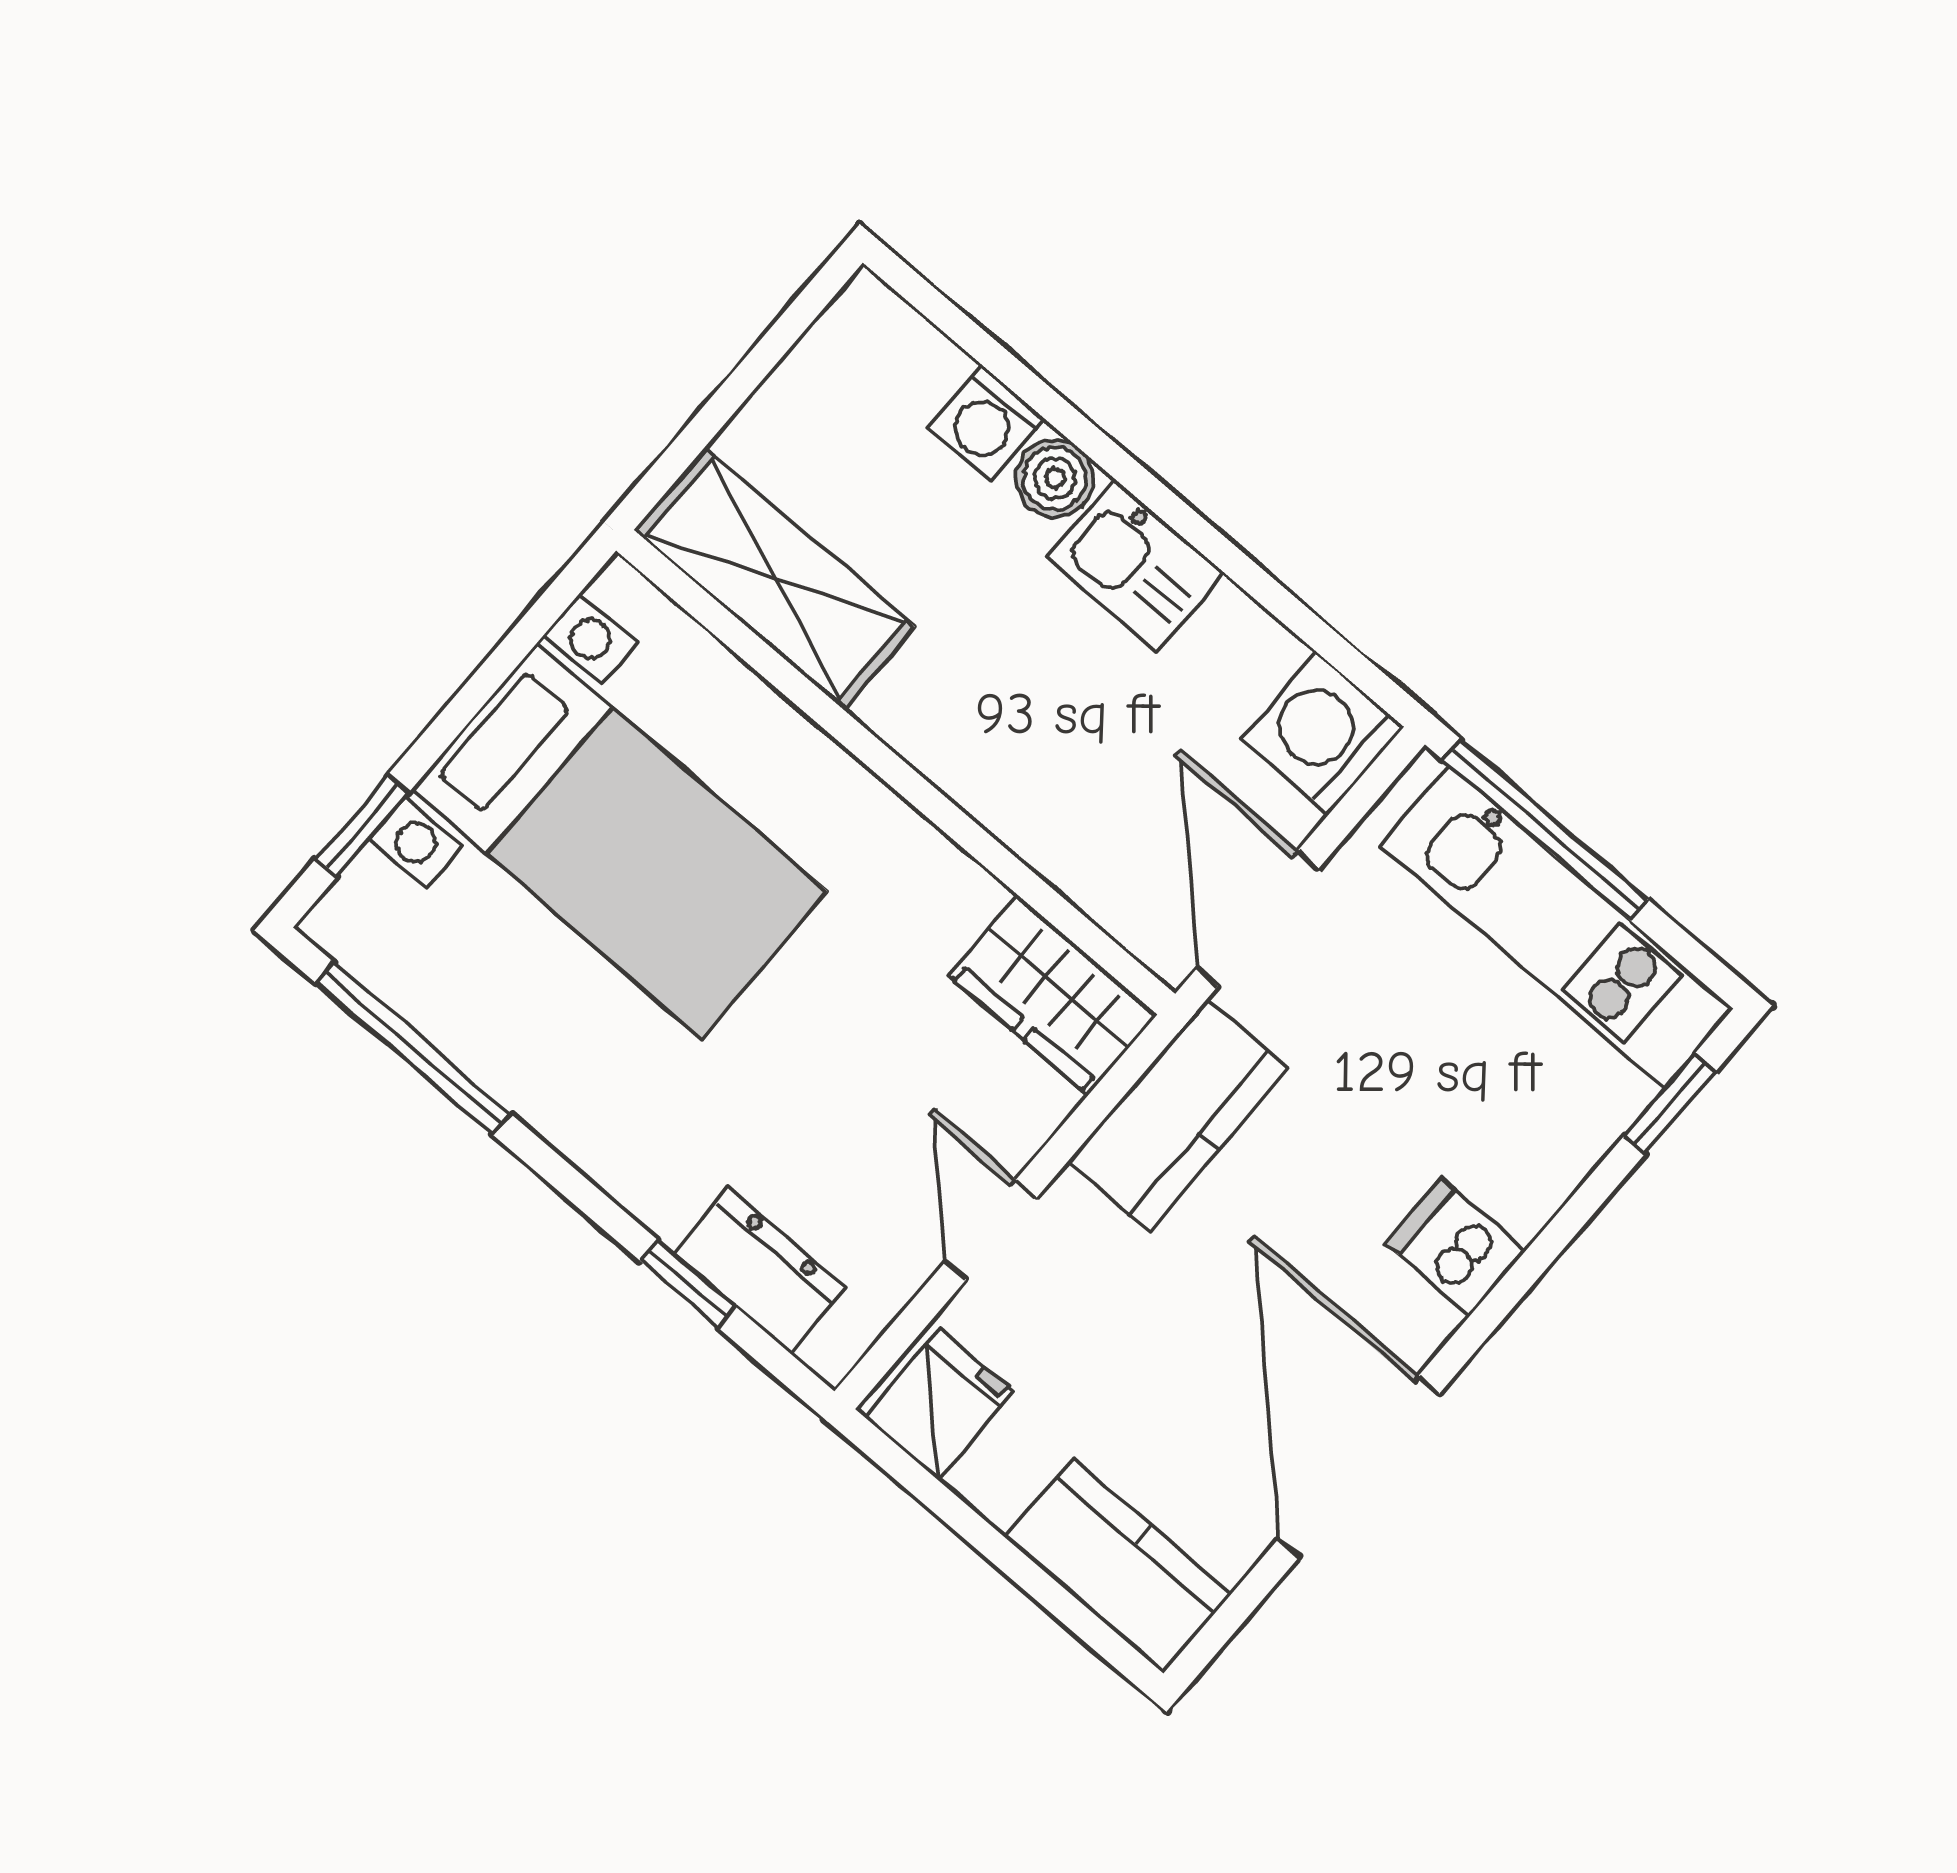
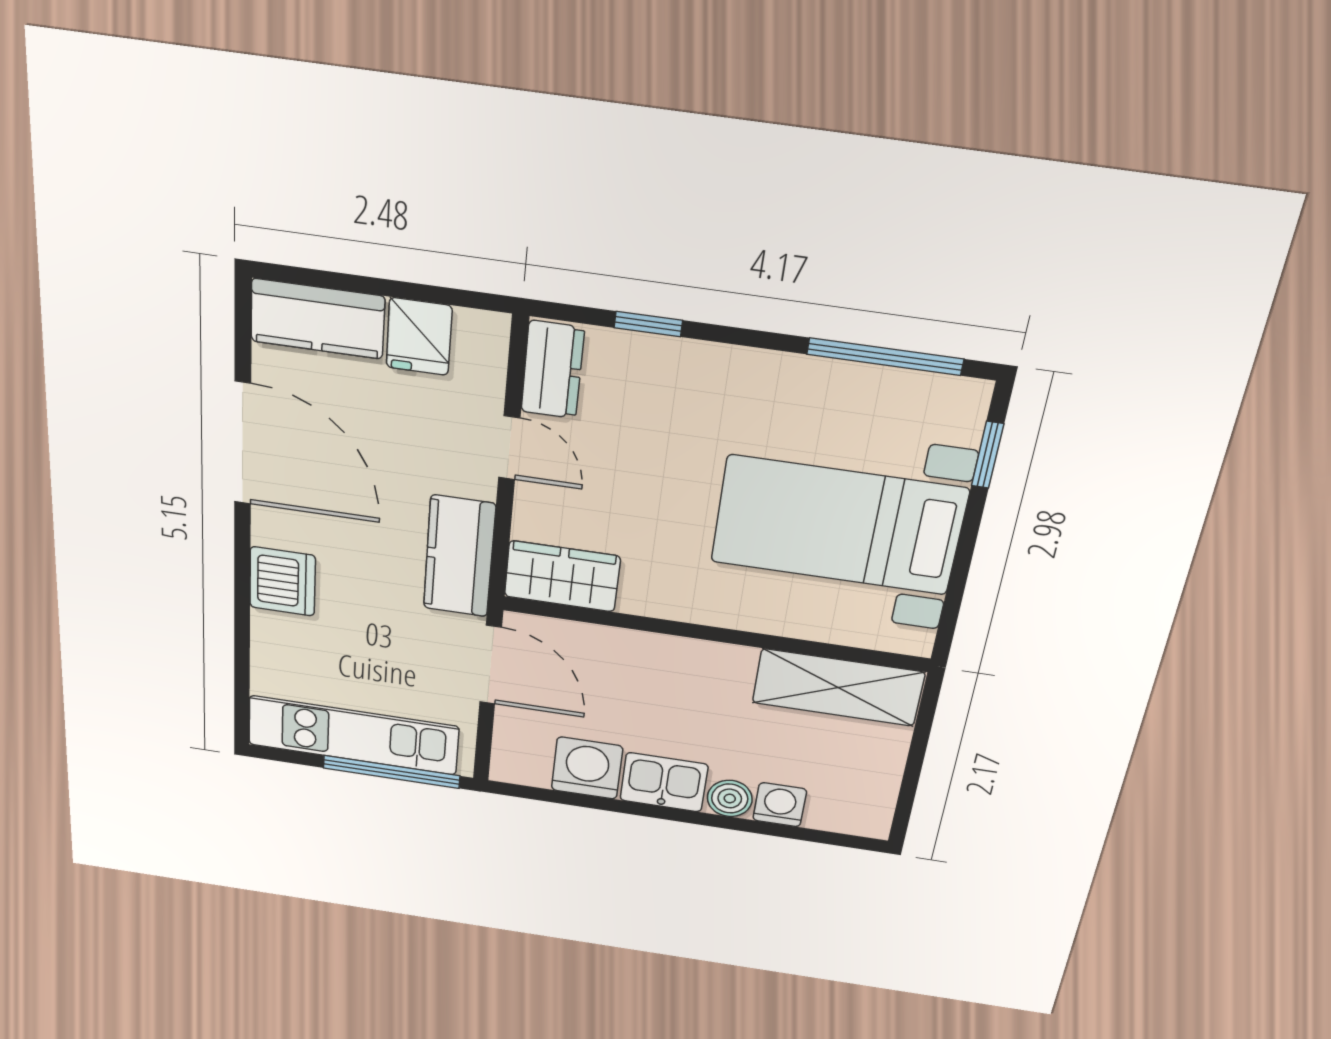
washing machine: (1323, 733) -> (587, 768), moved, turned -90
window: (1670, 1104) -> (242, 690), removed
dishwasher: (1456, 1247) -> (282, 581), width x1.38
dresser: (760, 1270) -> (553, 370), moved, turned -90
fridge: (939, 1404) -> (419, 337), moved

